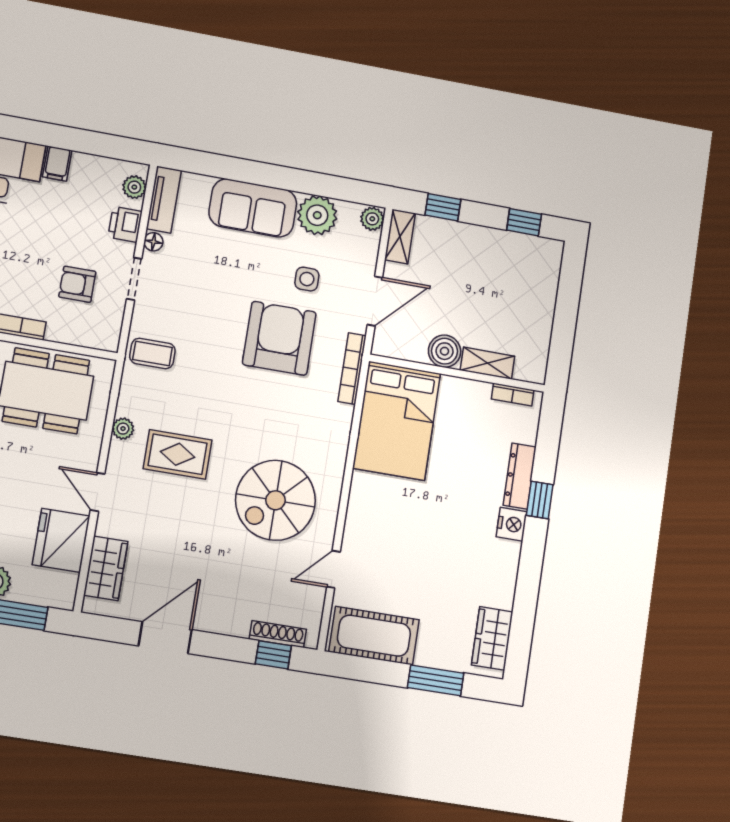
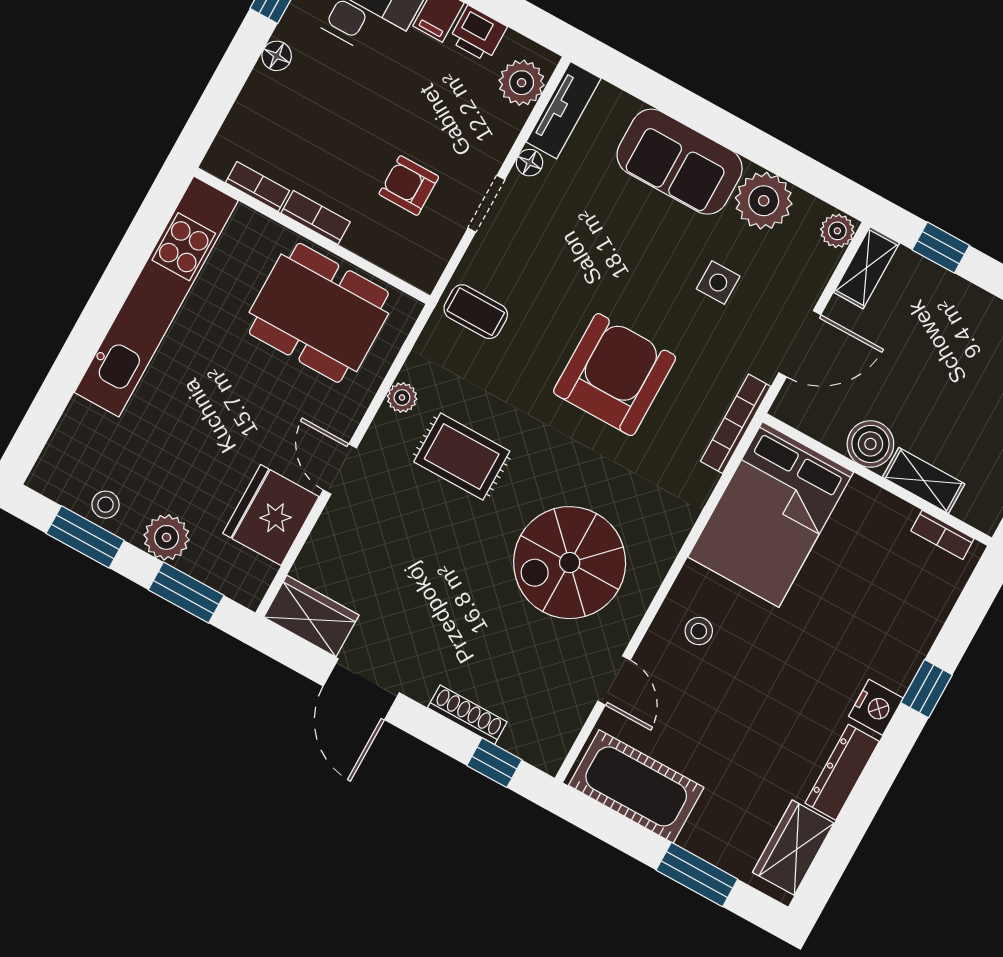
plant: (134, 187) -> (522, 83), width x1.38, depth x1.38
printer: (125, 224) -> (478, 34), moved, turned -90
armchair: (279, 338) -> (615, 375), moved
dresser: (520, 476) -> (842, 772), moved
stool: (378, 515) -> (699, 631), added
wardrobe: (106, 568) -> (311, 616), moved, turned -90
door: (333, 569) -> (614, 681), swing flipped
shoe rack: (278, 634) -> (467, 715), moved
door: (165, 638) -> (361, 689), swing flipped

